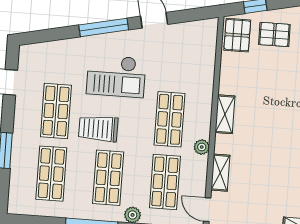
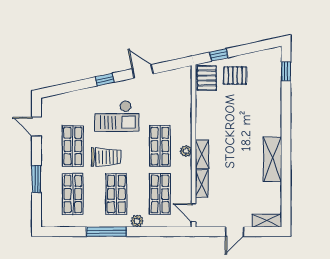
window: (104, 27) -> (105, 80), width x0.46
shelving: (225, 114) -> (202, 154), moved
trolley: (98, 129) -> (106, 157), turned 180
plant: (202, 147) -> (186, 151), moved

